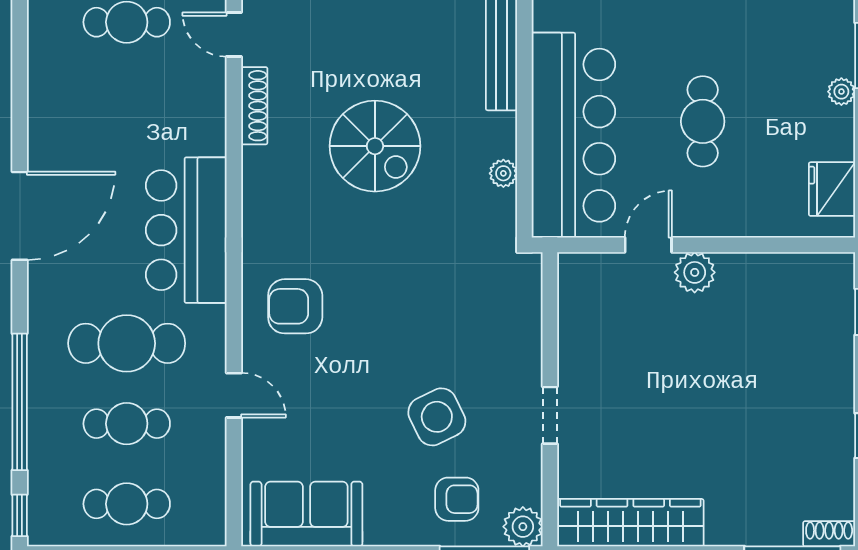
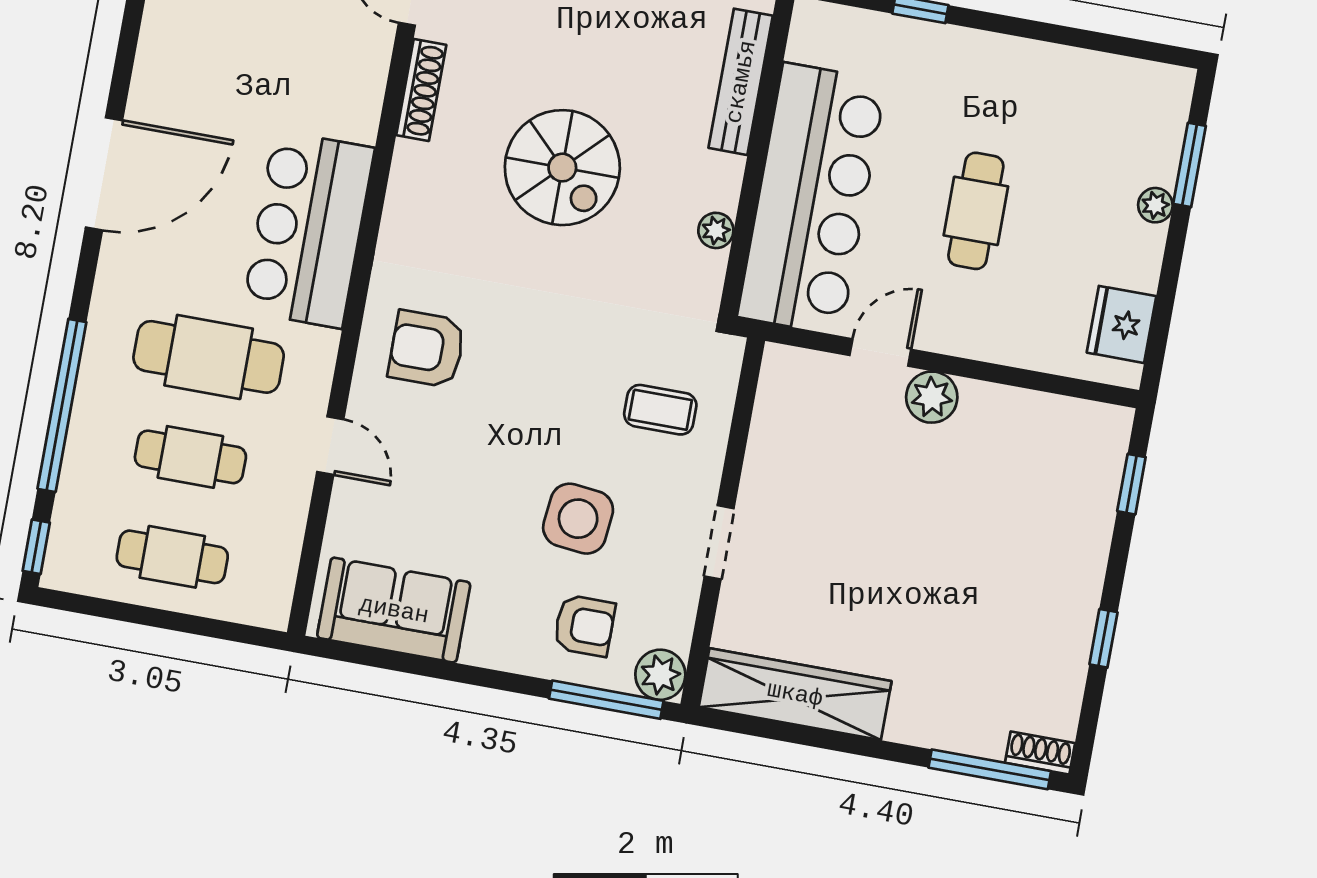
coffee table: (485, 321) -> (660, 410), added
side table: (437, 417) -> (578, 519), turned 32

